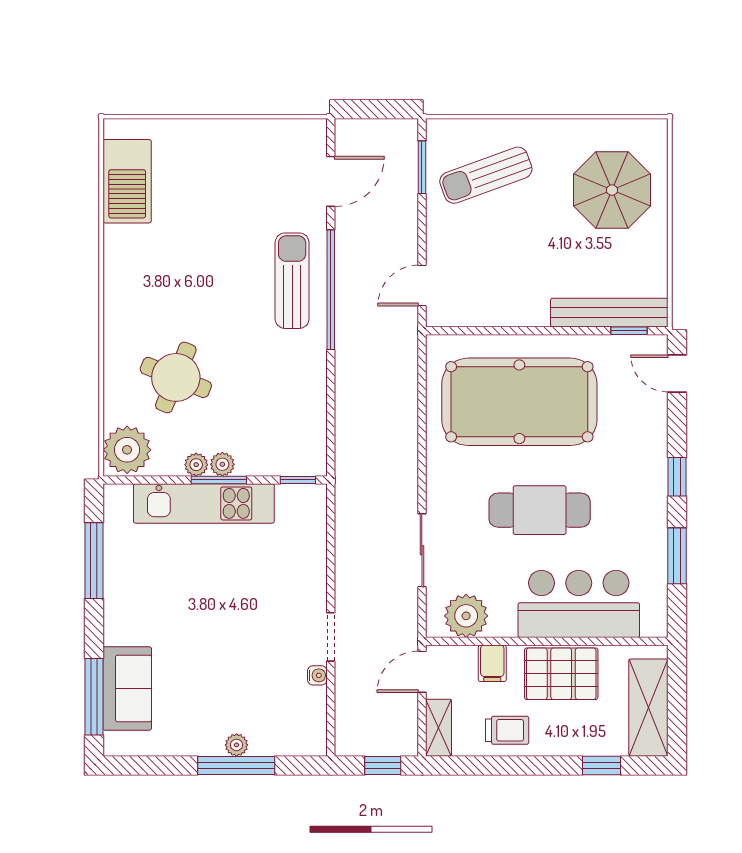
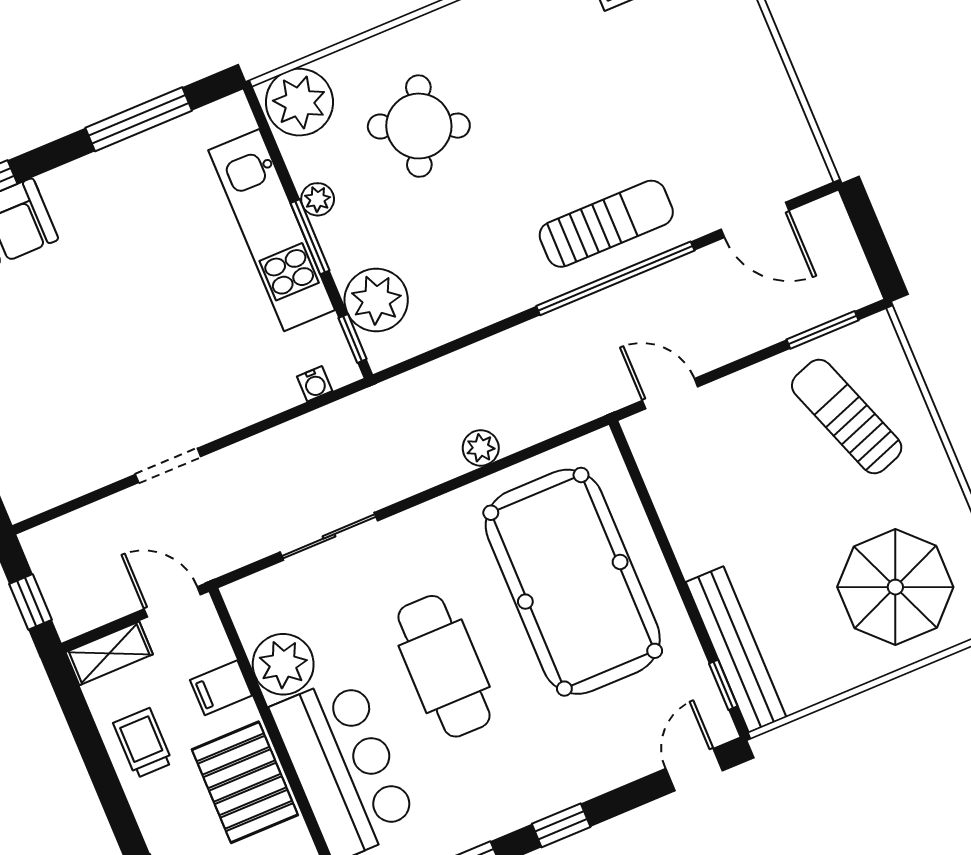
plant: (406, 426) -> (481, 448), added
plant: (222, 464) -> (376, 300), moved, width x1.88, depth x1.88
plant: (466, 616) -> (283, 664), moved
water cooler: (317, 675) -> (315, 384), moved
trolley: (507, 730) -> (143, 743), turned 180

